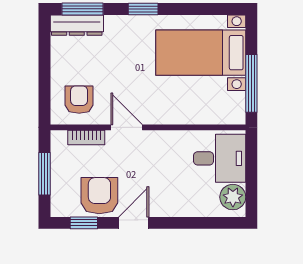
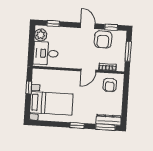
window: (251, 83) -> (29, 87), width x0.46
door: (127, 127) -> (88, 71), hinge flipped
door: (134, 223) -> (88, 26), swing flipped
window: (208, 223) -> (53, 24), added

